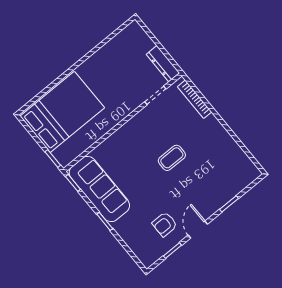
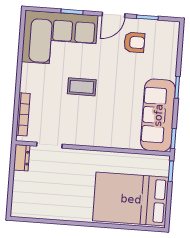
dresser: (163, 64) -> (22, 158), width x0.70
corner sofa: (220, 177) -> (60, 39), added

